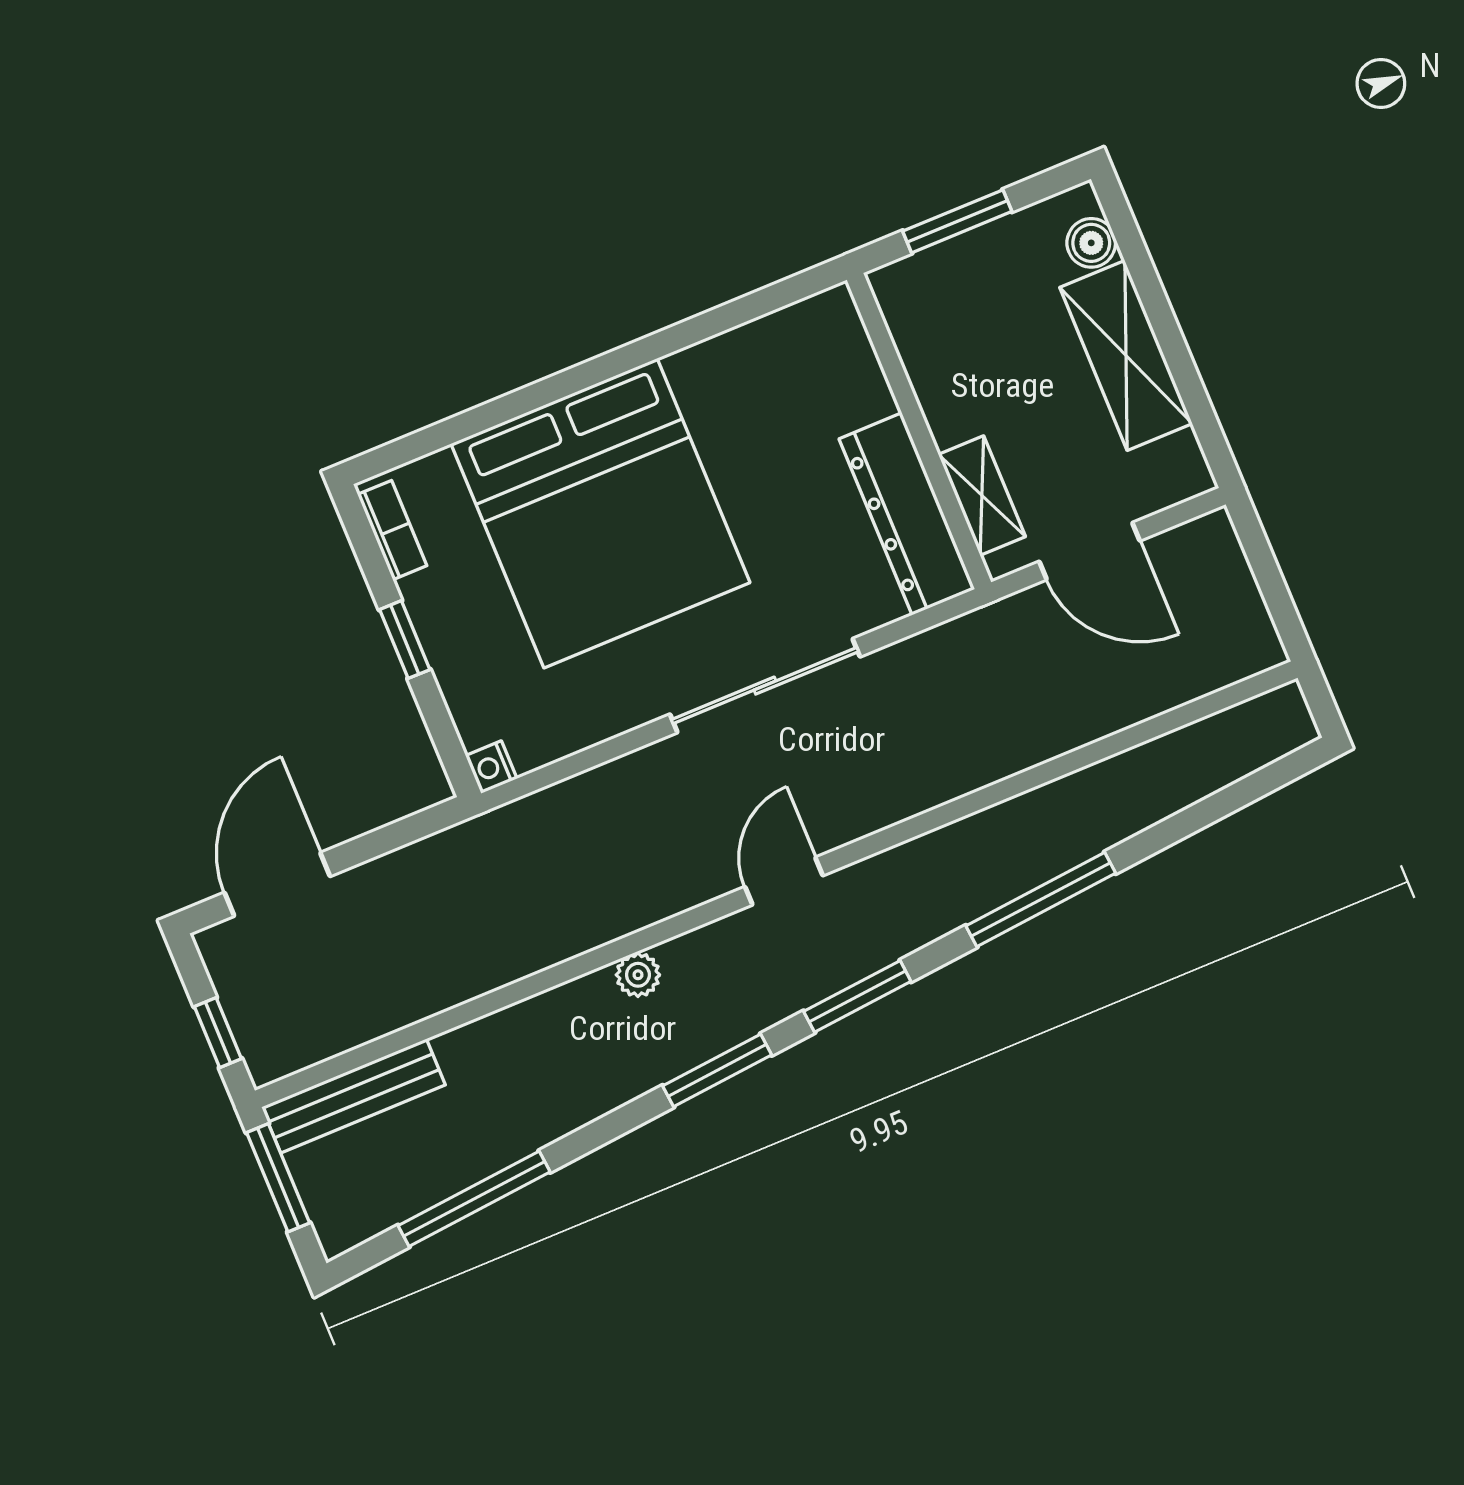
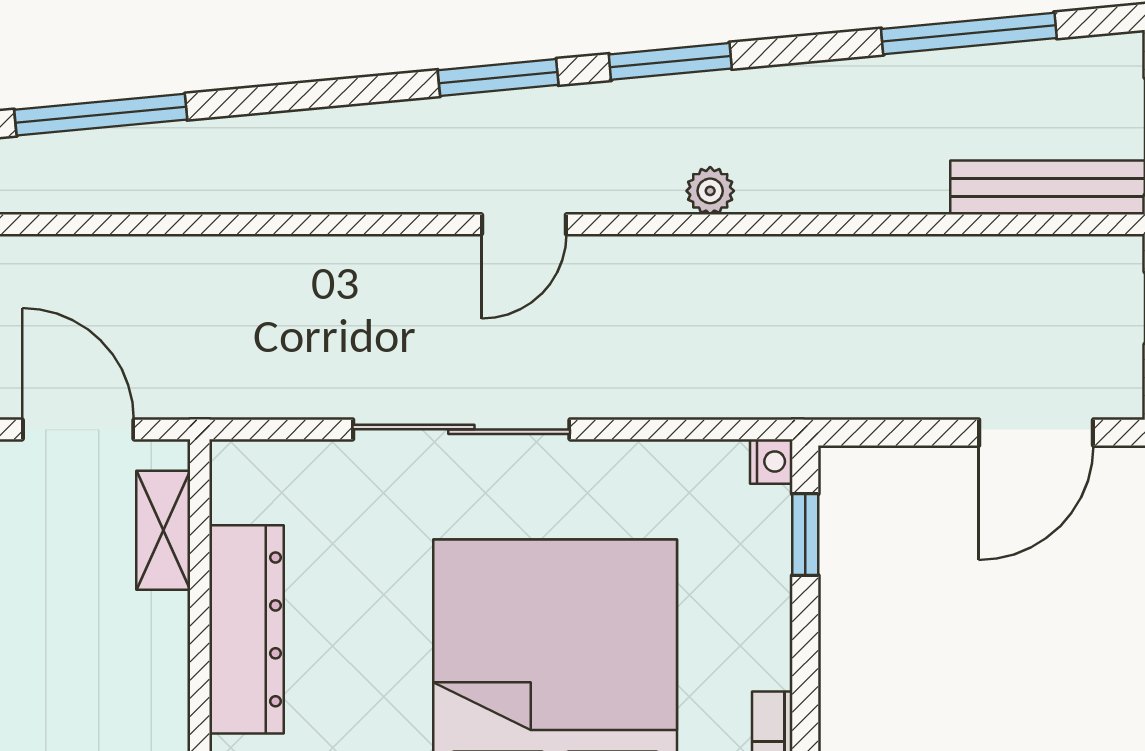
dresser: (907, 514) -> (247, 629), moved
window: (405, 640) -> (805, 535), moved
window: (1041, 899) -> (101, 115), moved

